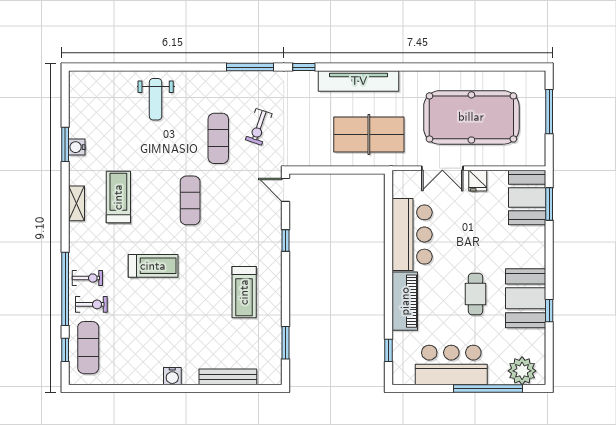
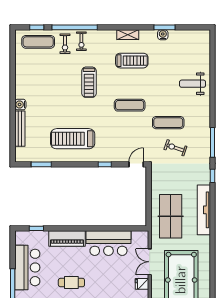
treadmill: (244, 292) -> (73, 139), width x1.37, depth x1.38
water cooler: (172, 376) -> (20, 104), moved

